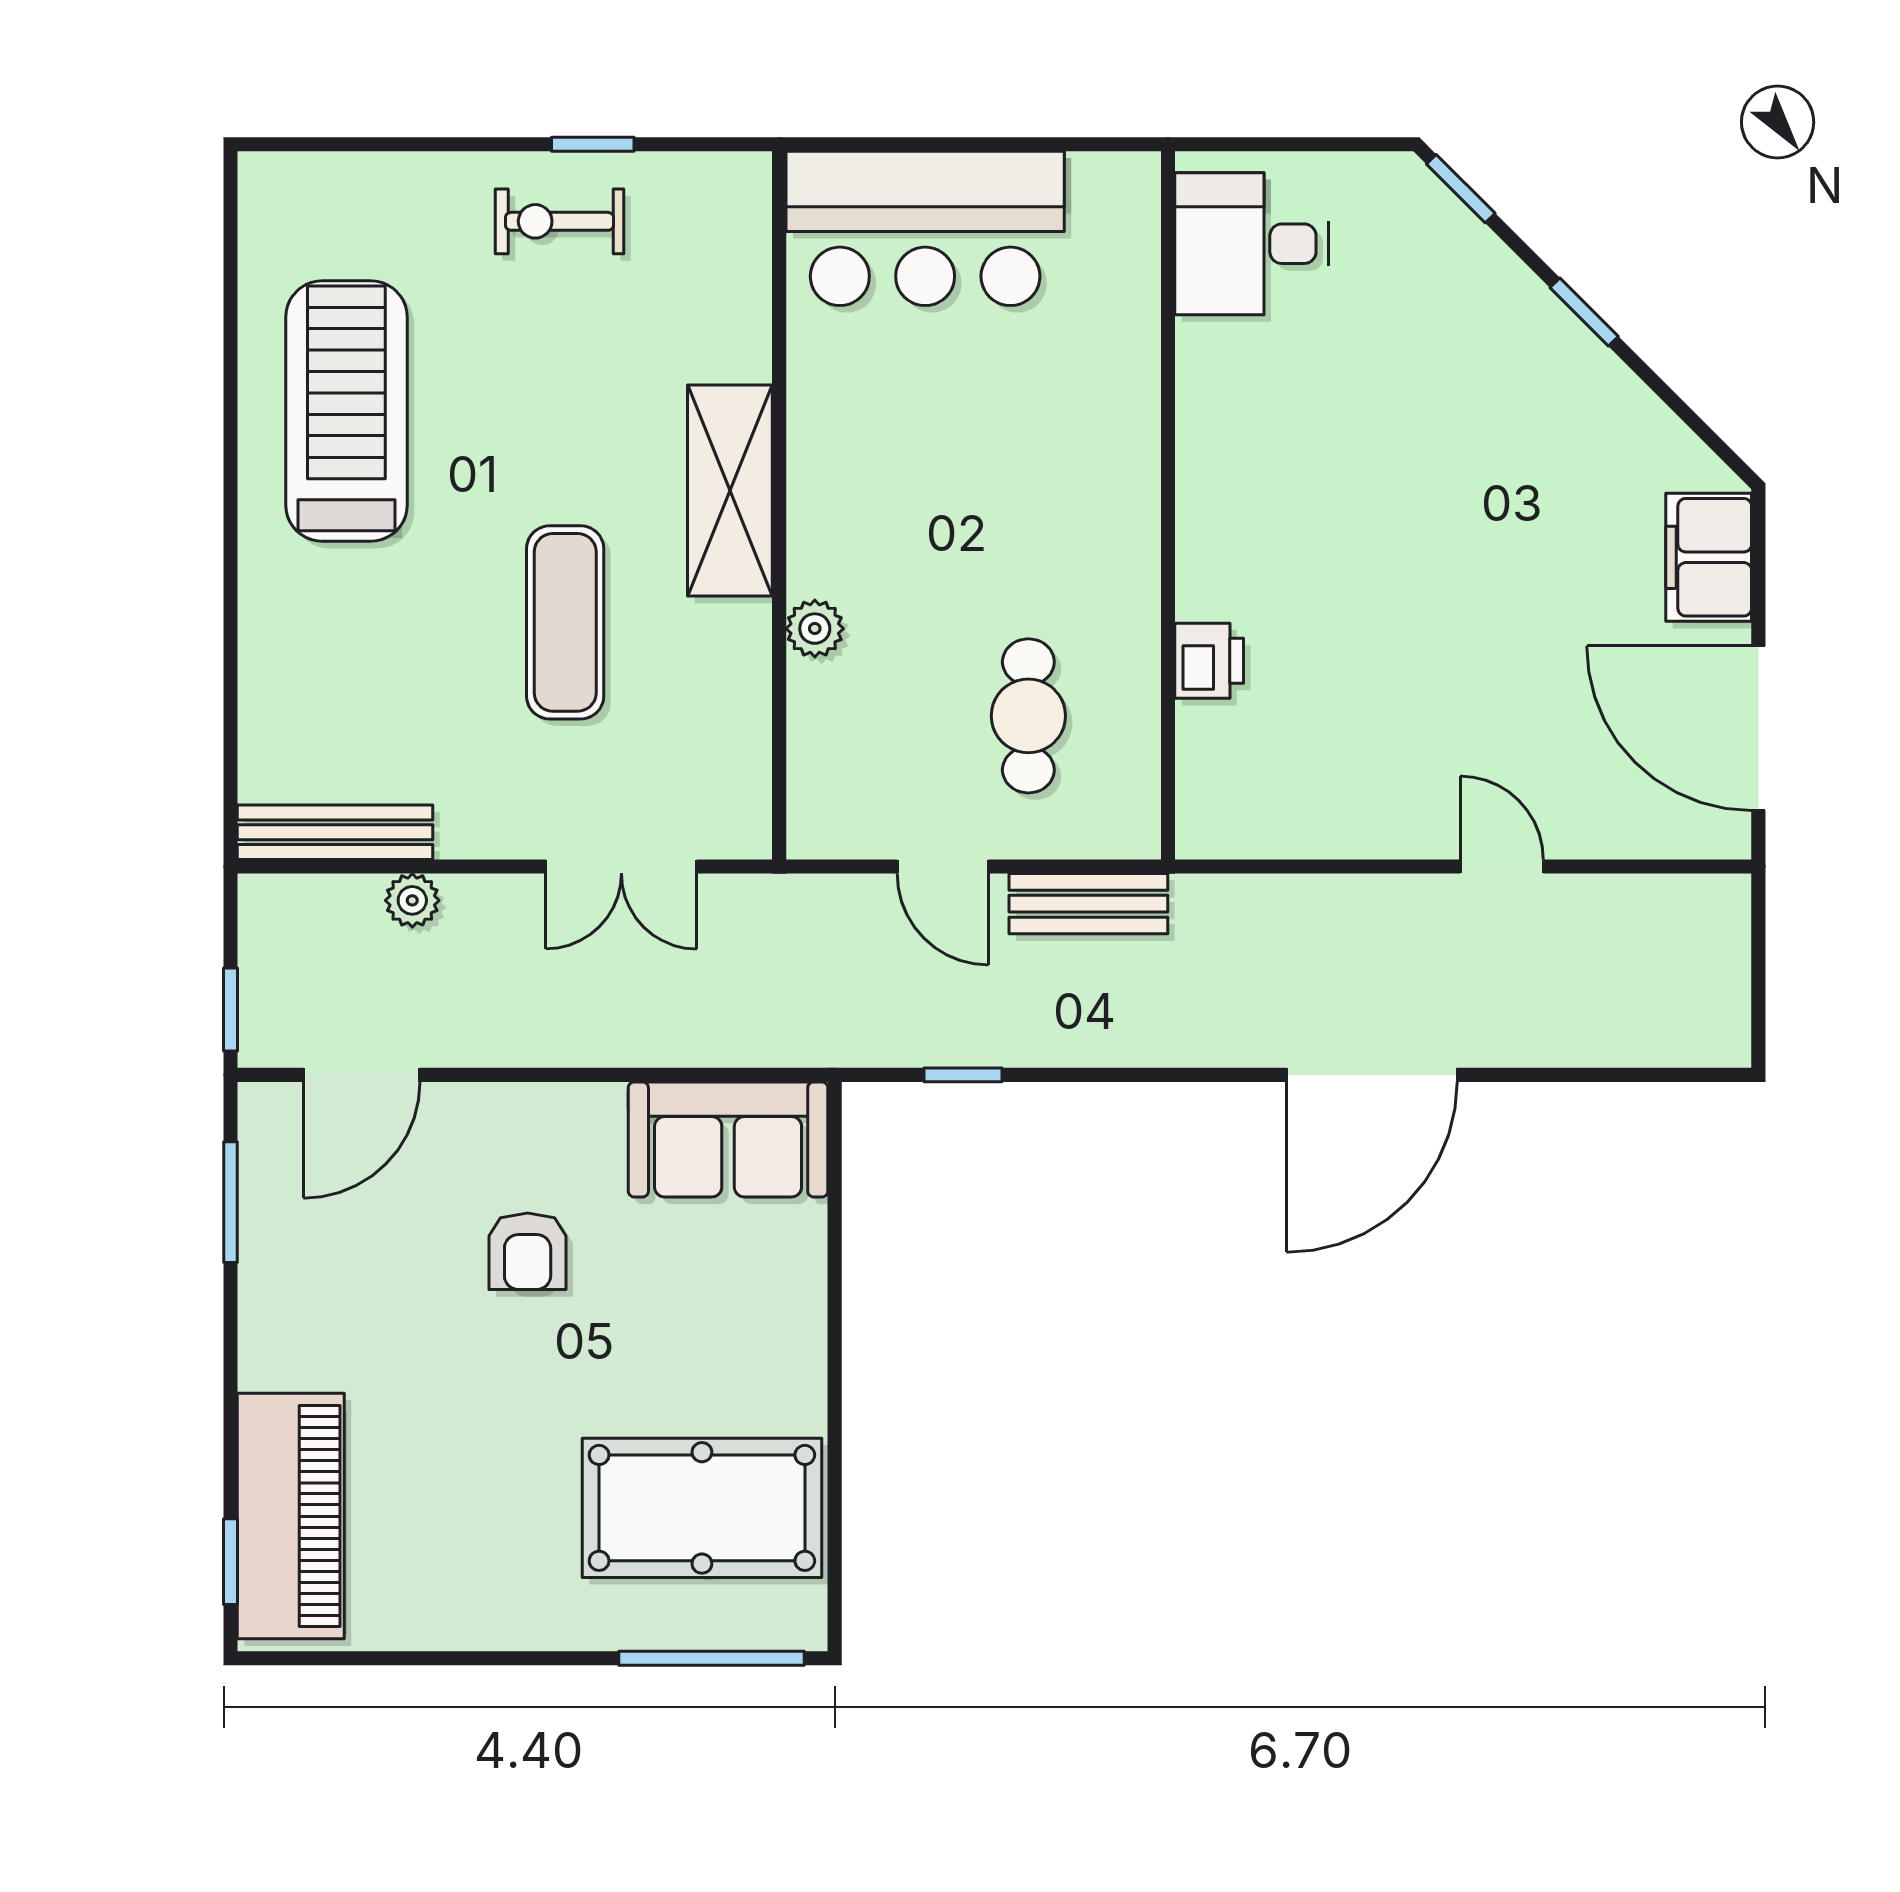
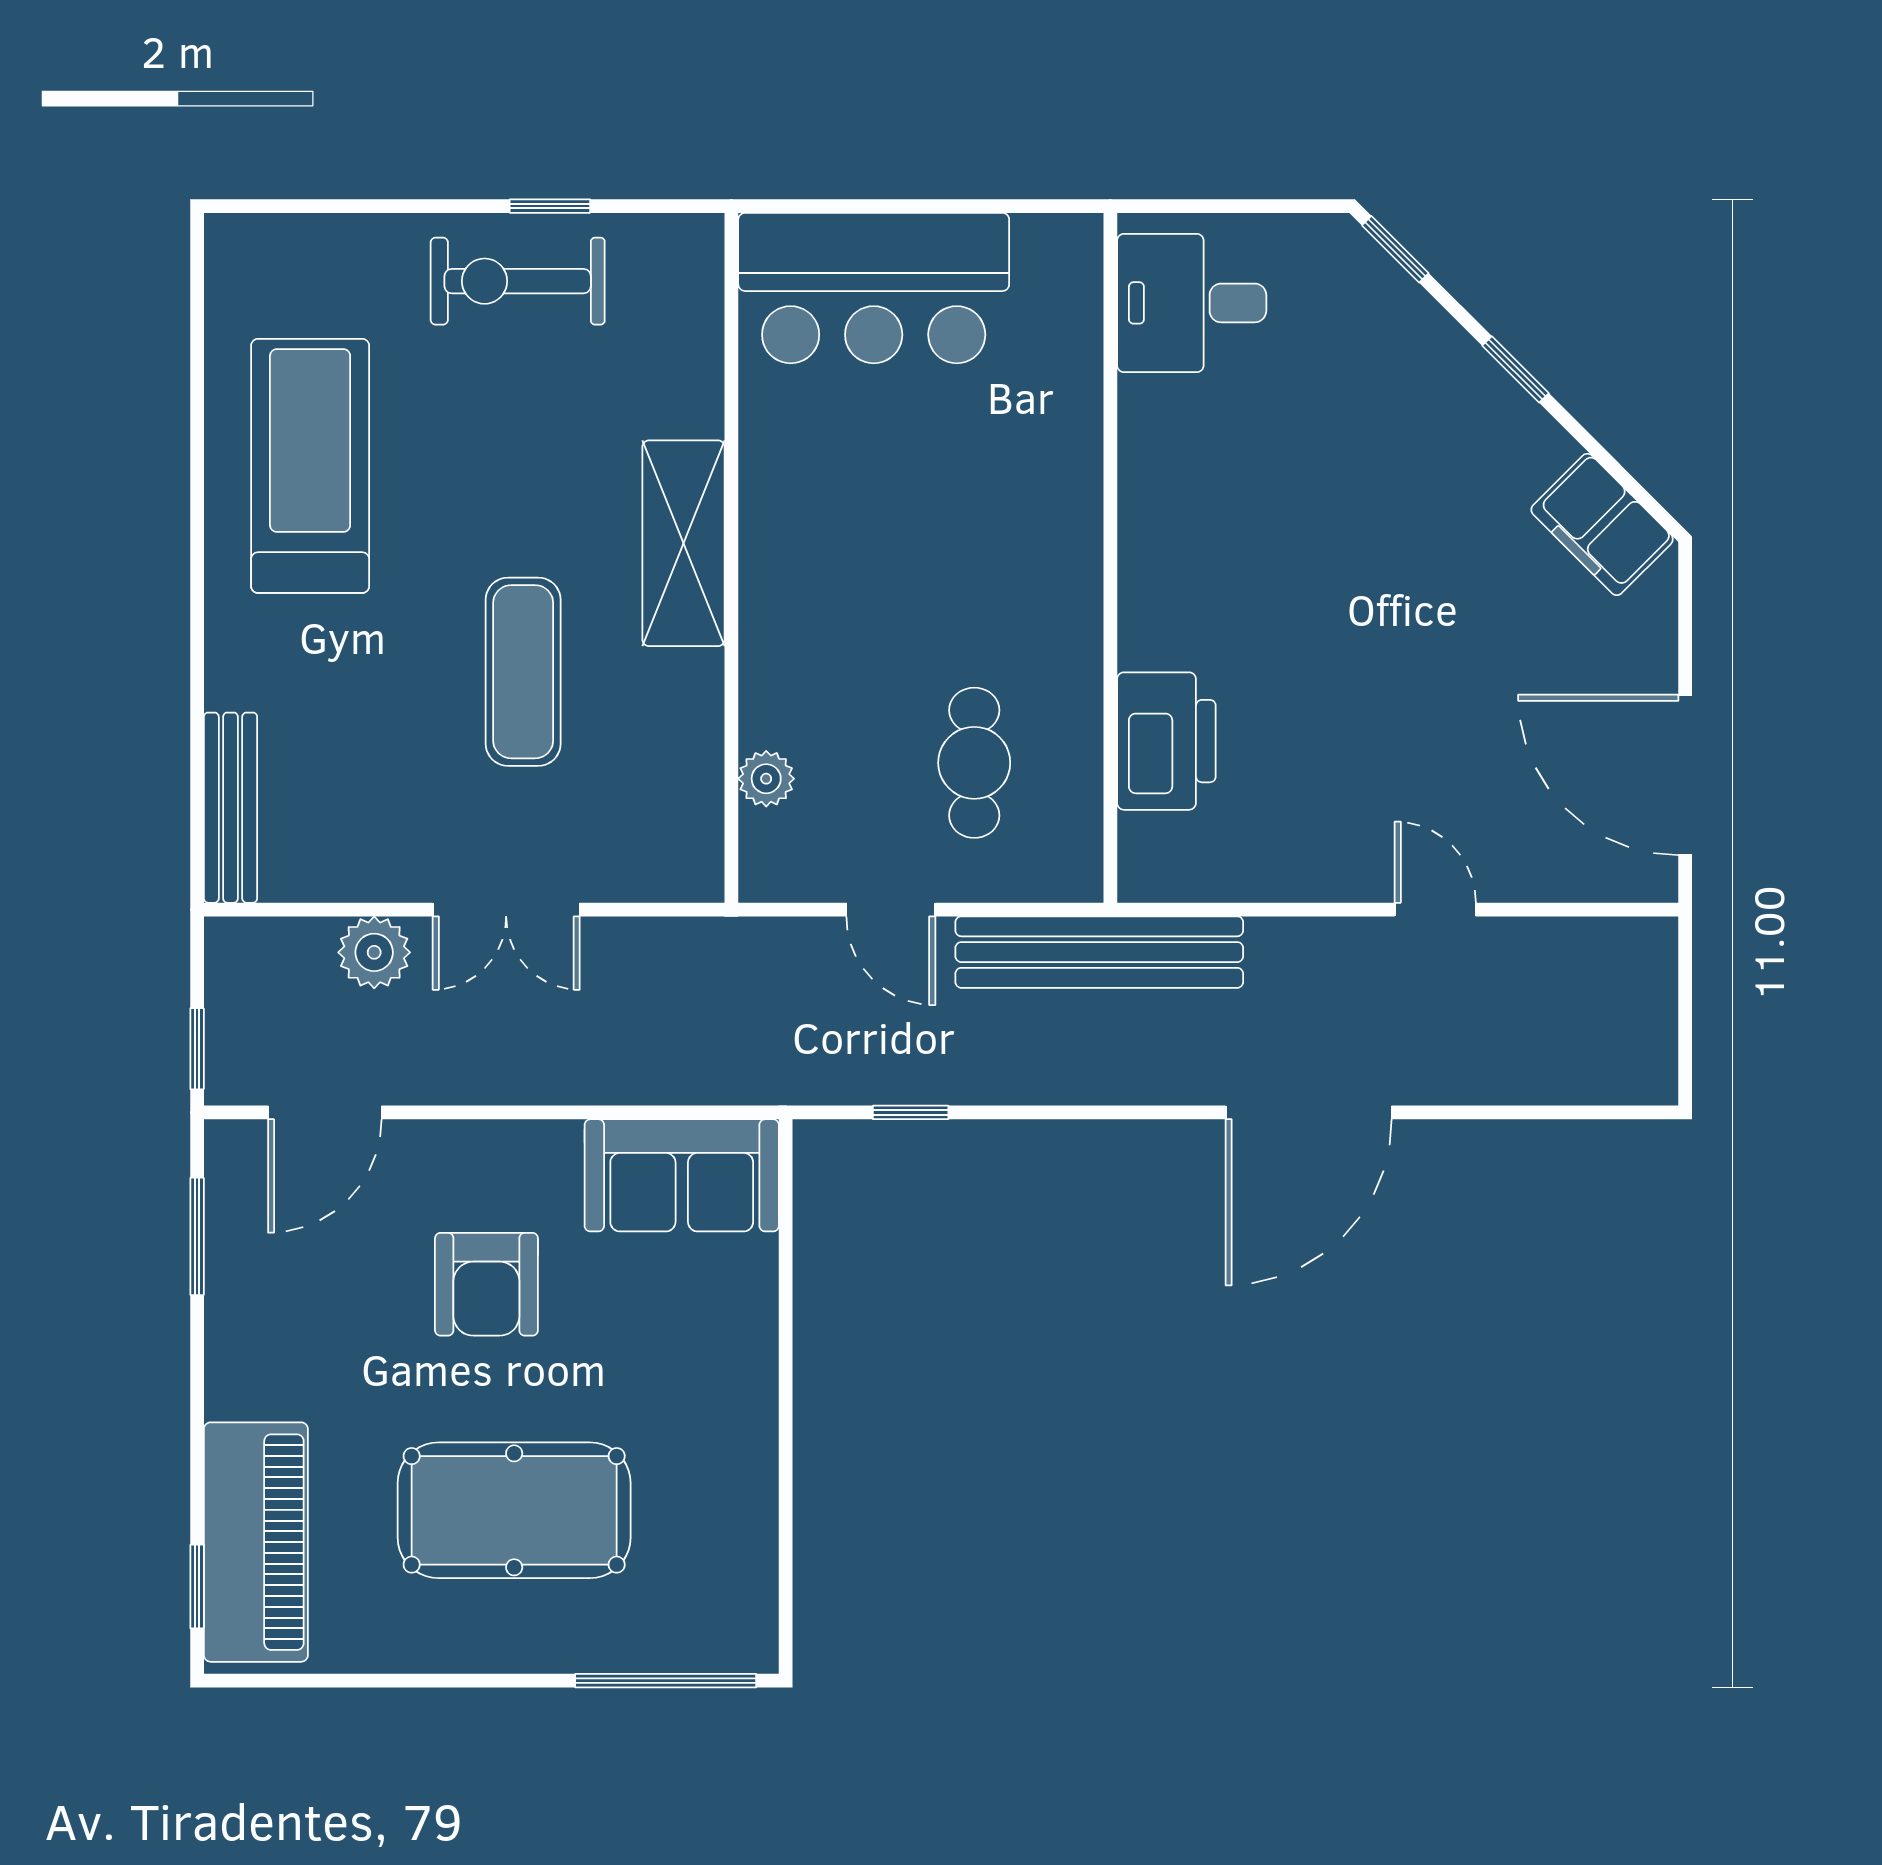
exercise bike: (560, 221) -> (518, 281), width x1.38, depth x1.39
filing cabinet: (1709, 557) -> (1602, 524), moved, turned -45
plant: (815, 629) -> (766, 779), moved
printer: (1209, 661) -> (1166, 741), width x1.87, depth x1.48
bench: (335, 832) -> (231, 808), moved, turned 90
double door: (621, 867) -> (506, 910), moved
plant: (412, 900) -> (374, 952), width x1.38, depth x1.38
bench: (1088, 904) -> (1099, 952), width x1.86, depth x1.21
armchair: (528, 1251) -> (486, 1284), width x1.38, depth x1.38
pool table: (702, 1508) -> (514, 1510), moved

